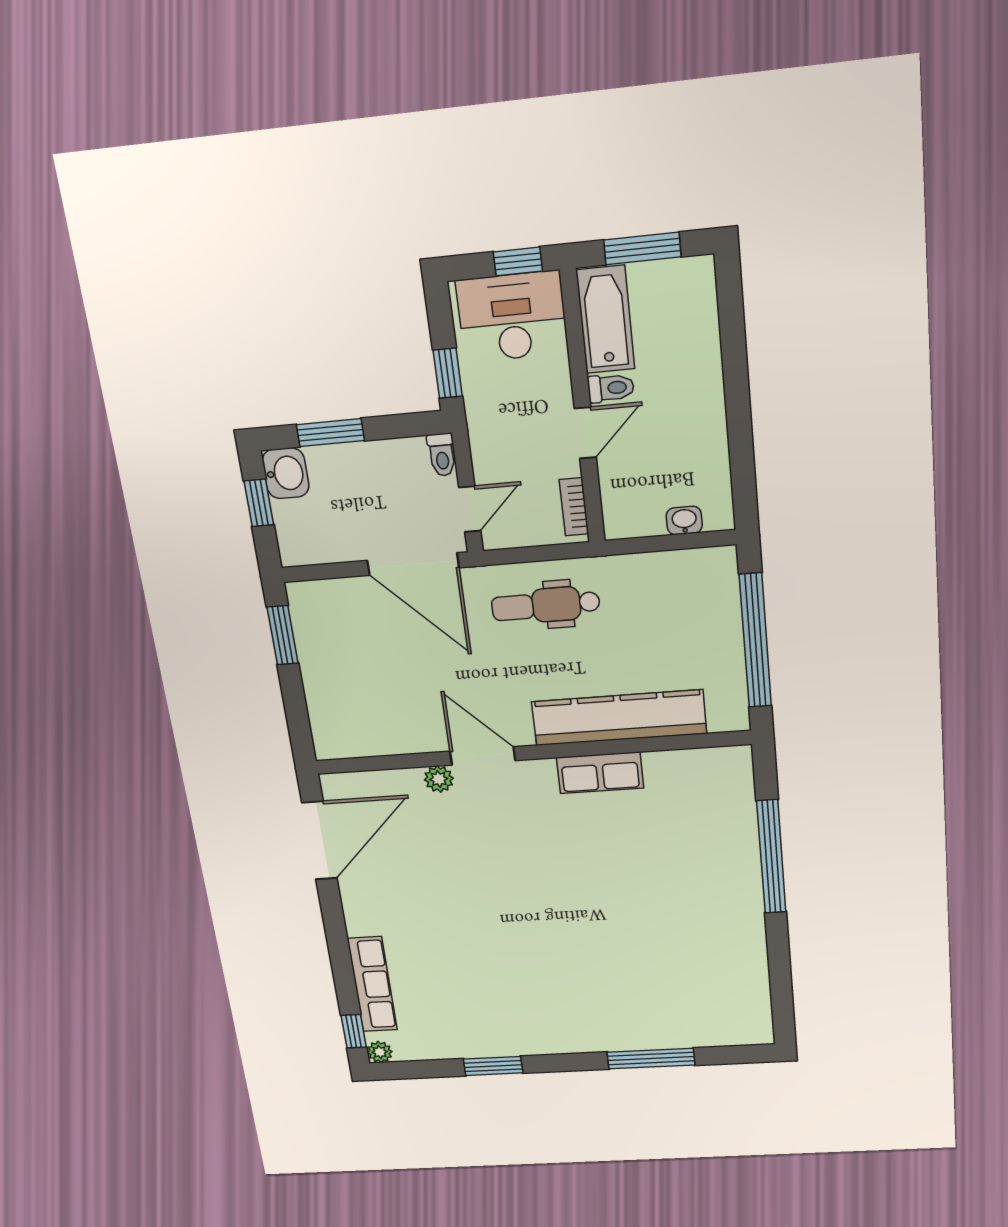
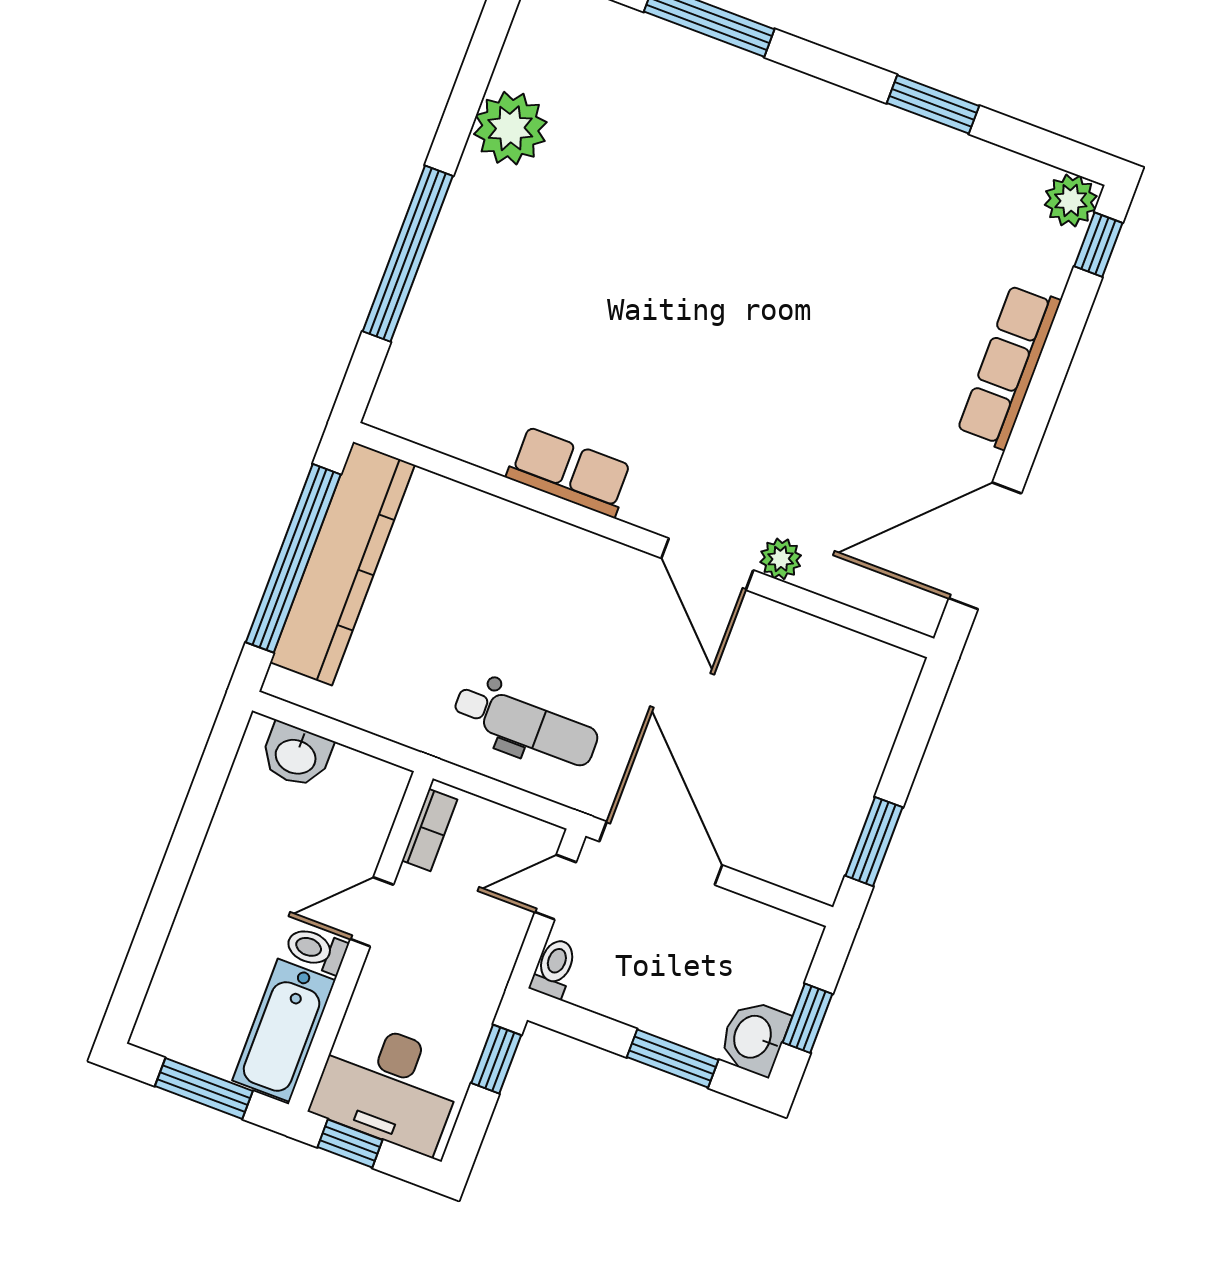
washbasin: (684, 520) -> (296, 755), width x1.38, depth x1.45
kitchen counter: (619, 718) -> (342, 564), moved, turned -90
plant: (742, 954) -> (510, 128), added
row of seats: (372, 984) -> (1009, 366), moved
plant: (380, 1052) -> (1071, 200), width x1.38, depth x1.38

